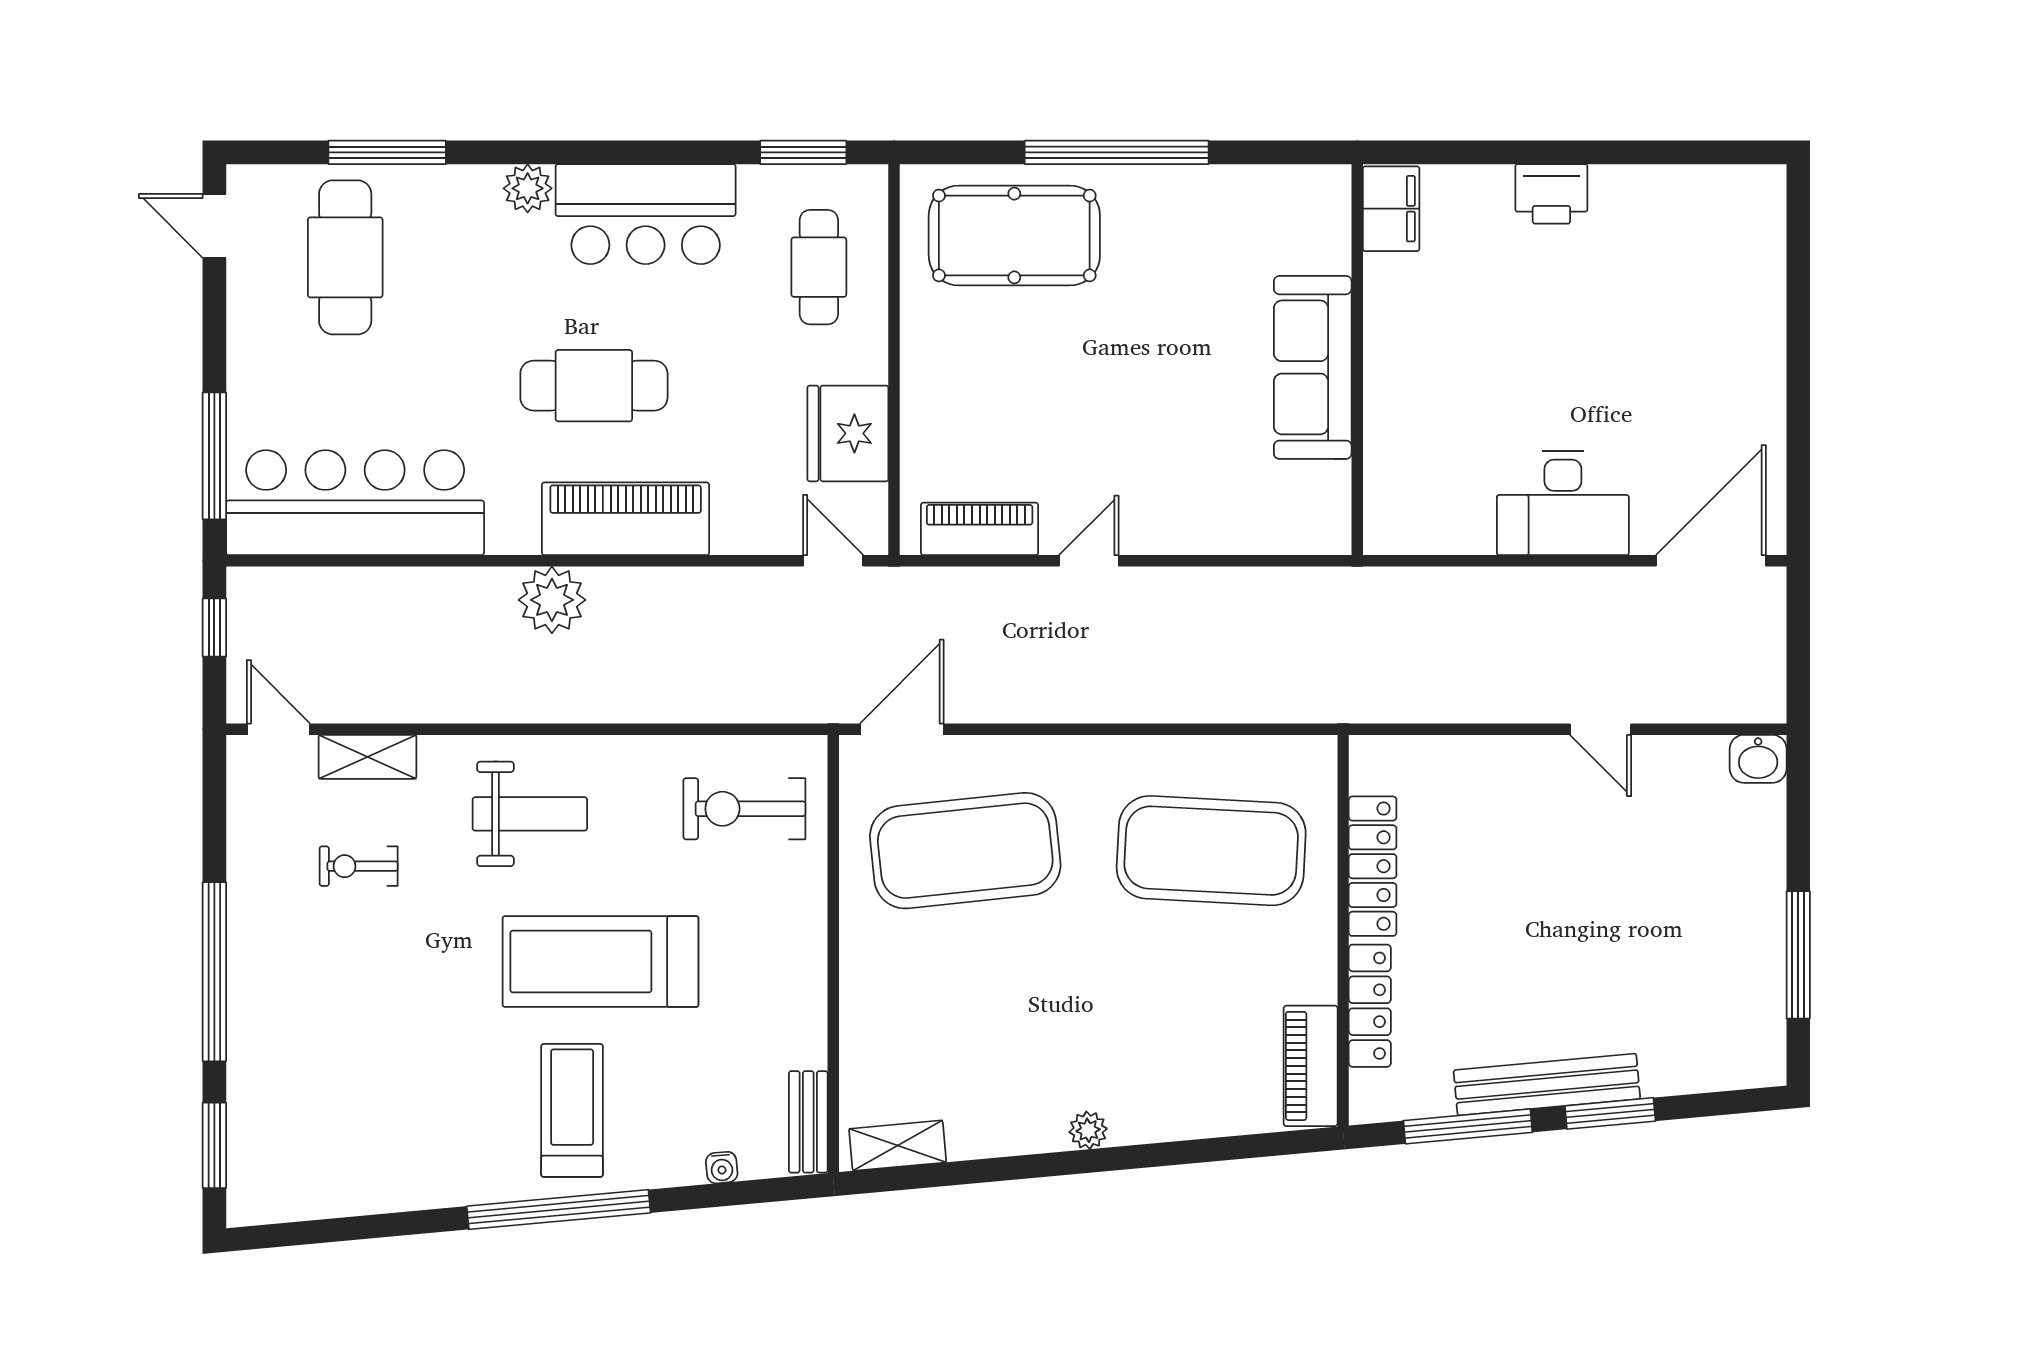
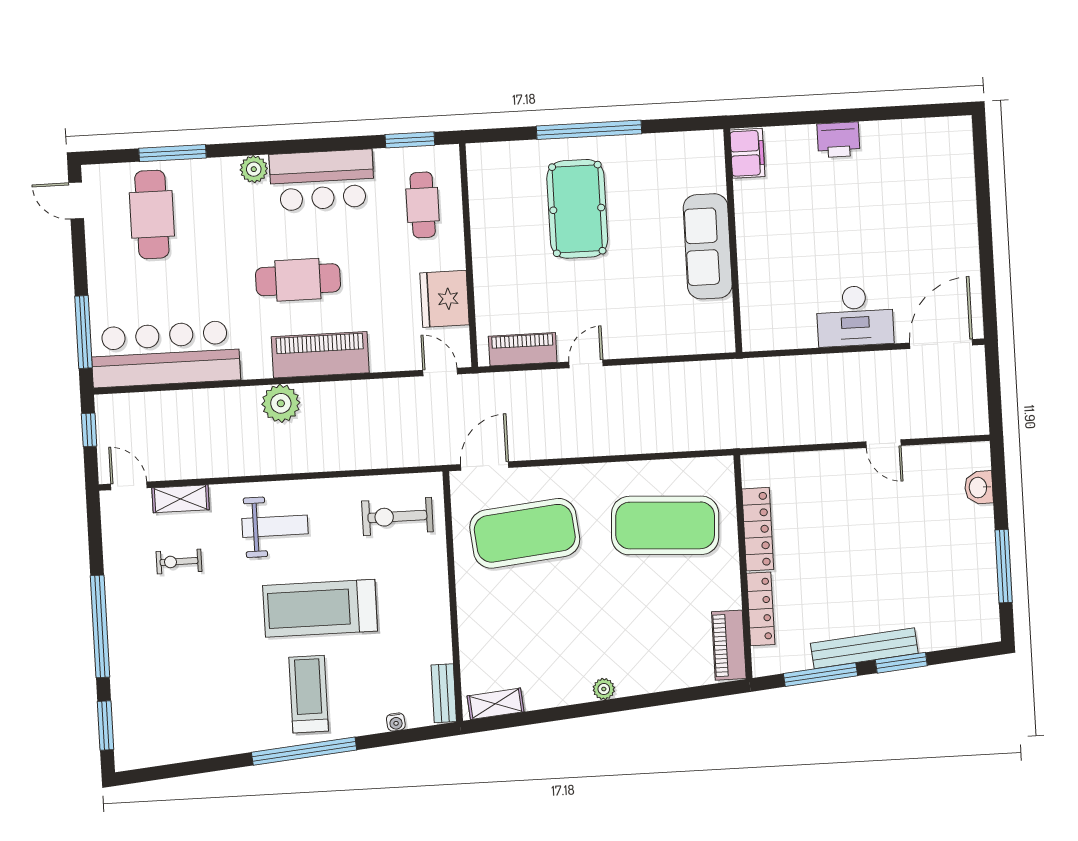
pool table: (1014, 235) -> (577, 209), moved, turned 90
washbasin: (1758, 759) -> (979, 487), moved, turned 90

